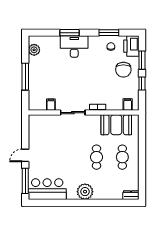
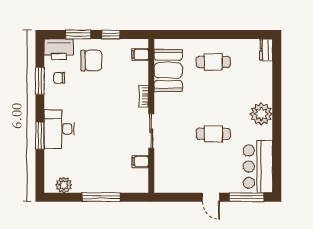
cafe table: (97, 157) -> (213, 134), moved

